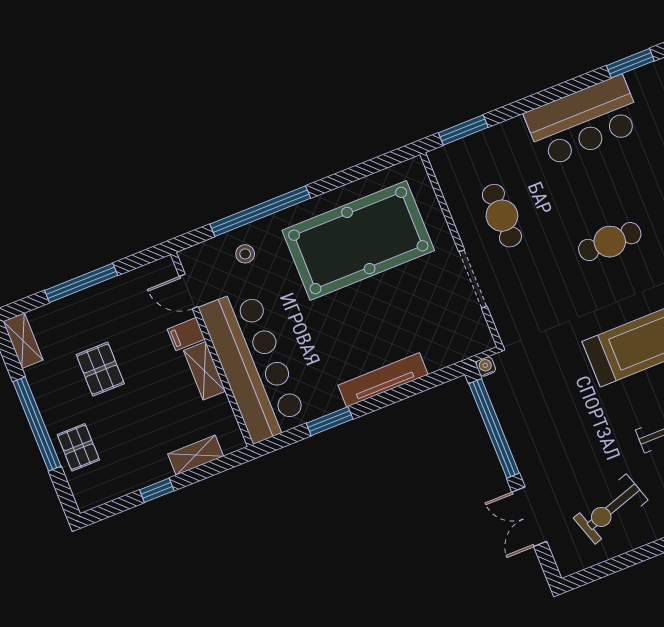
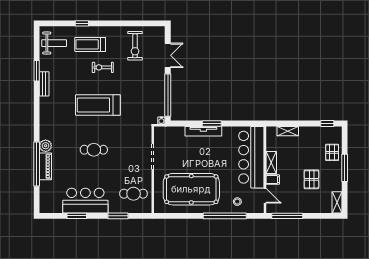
window: (630, 63) -> (77, 216), moved
window: (463, 130) -> (118, 216), moved
cafe table: (502, 216) -> (134, 194), moved, turned 90
window: (81, 283) -> (287, 216), moved
window: (330, 421) -> (212, 124), moved
window: (37, 424) -> (345, 168), width x0.68
window: (157, 490) -> (327, 124), moved
exercise bike: (611, 509) -> (135, 46), turned 108

